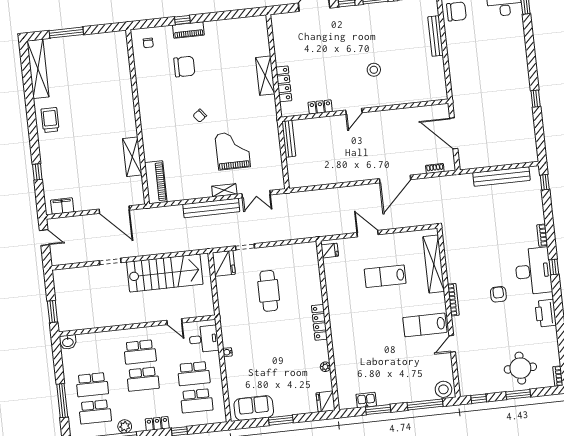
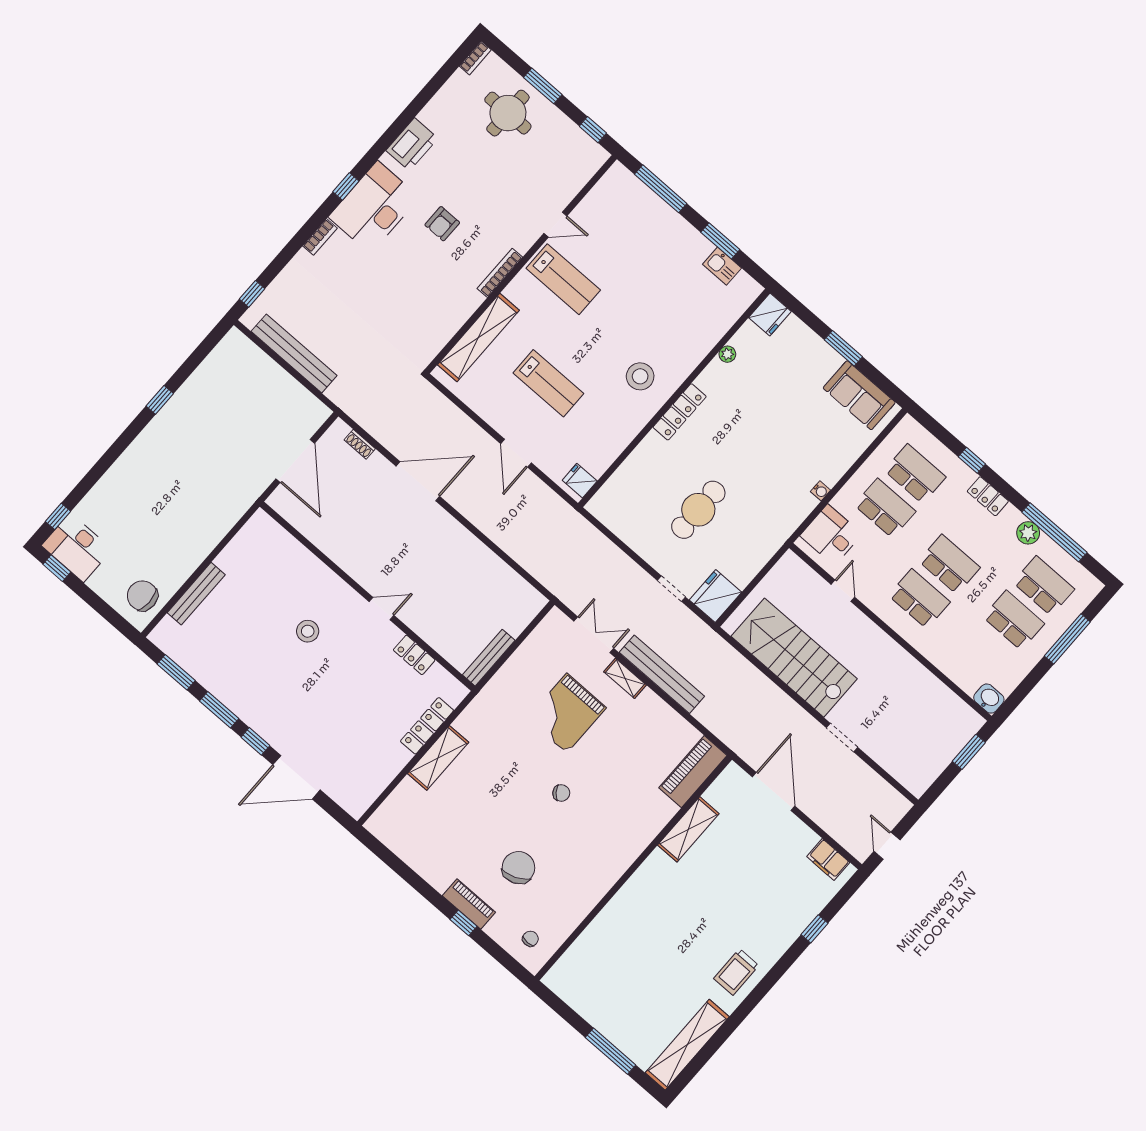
chair: (184, 67) -> (518, 868), turned 68
stool: (443, 389) -> (640, 376), moved

